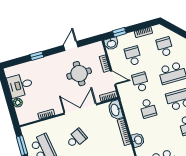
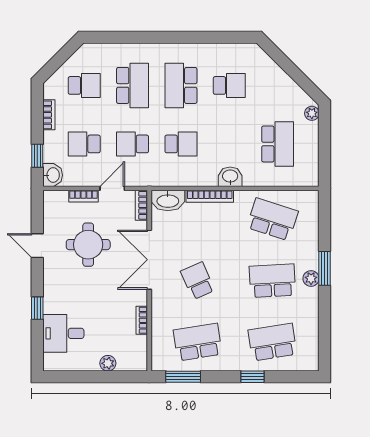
school desk: (165, 47) -> (84, 85), turned 180
desk: (20, 85) -> (63, 333), moved, turned 90

